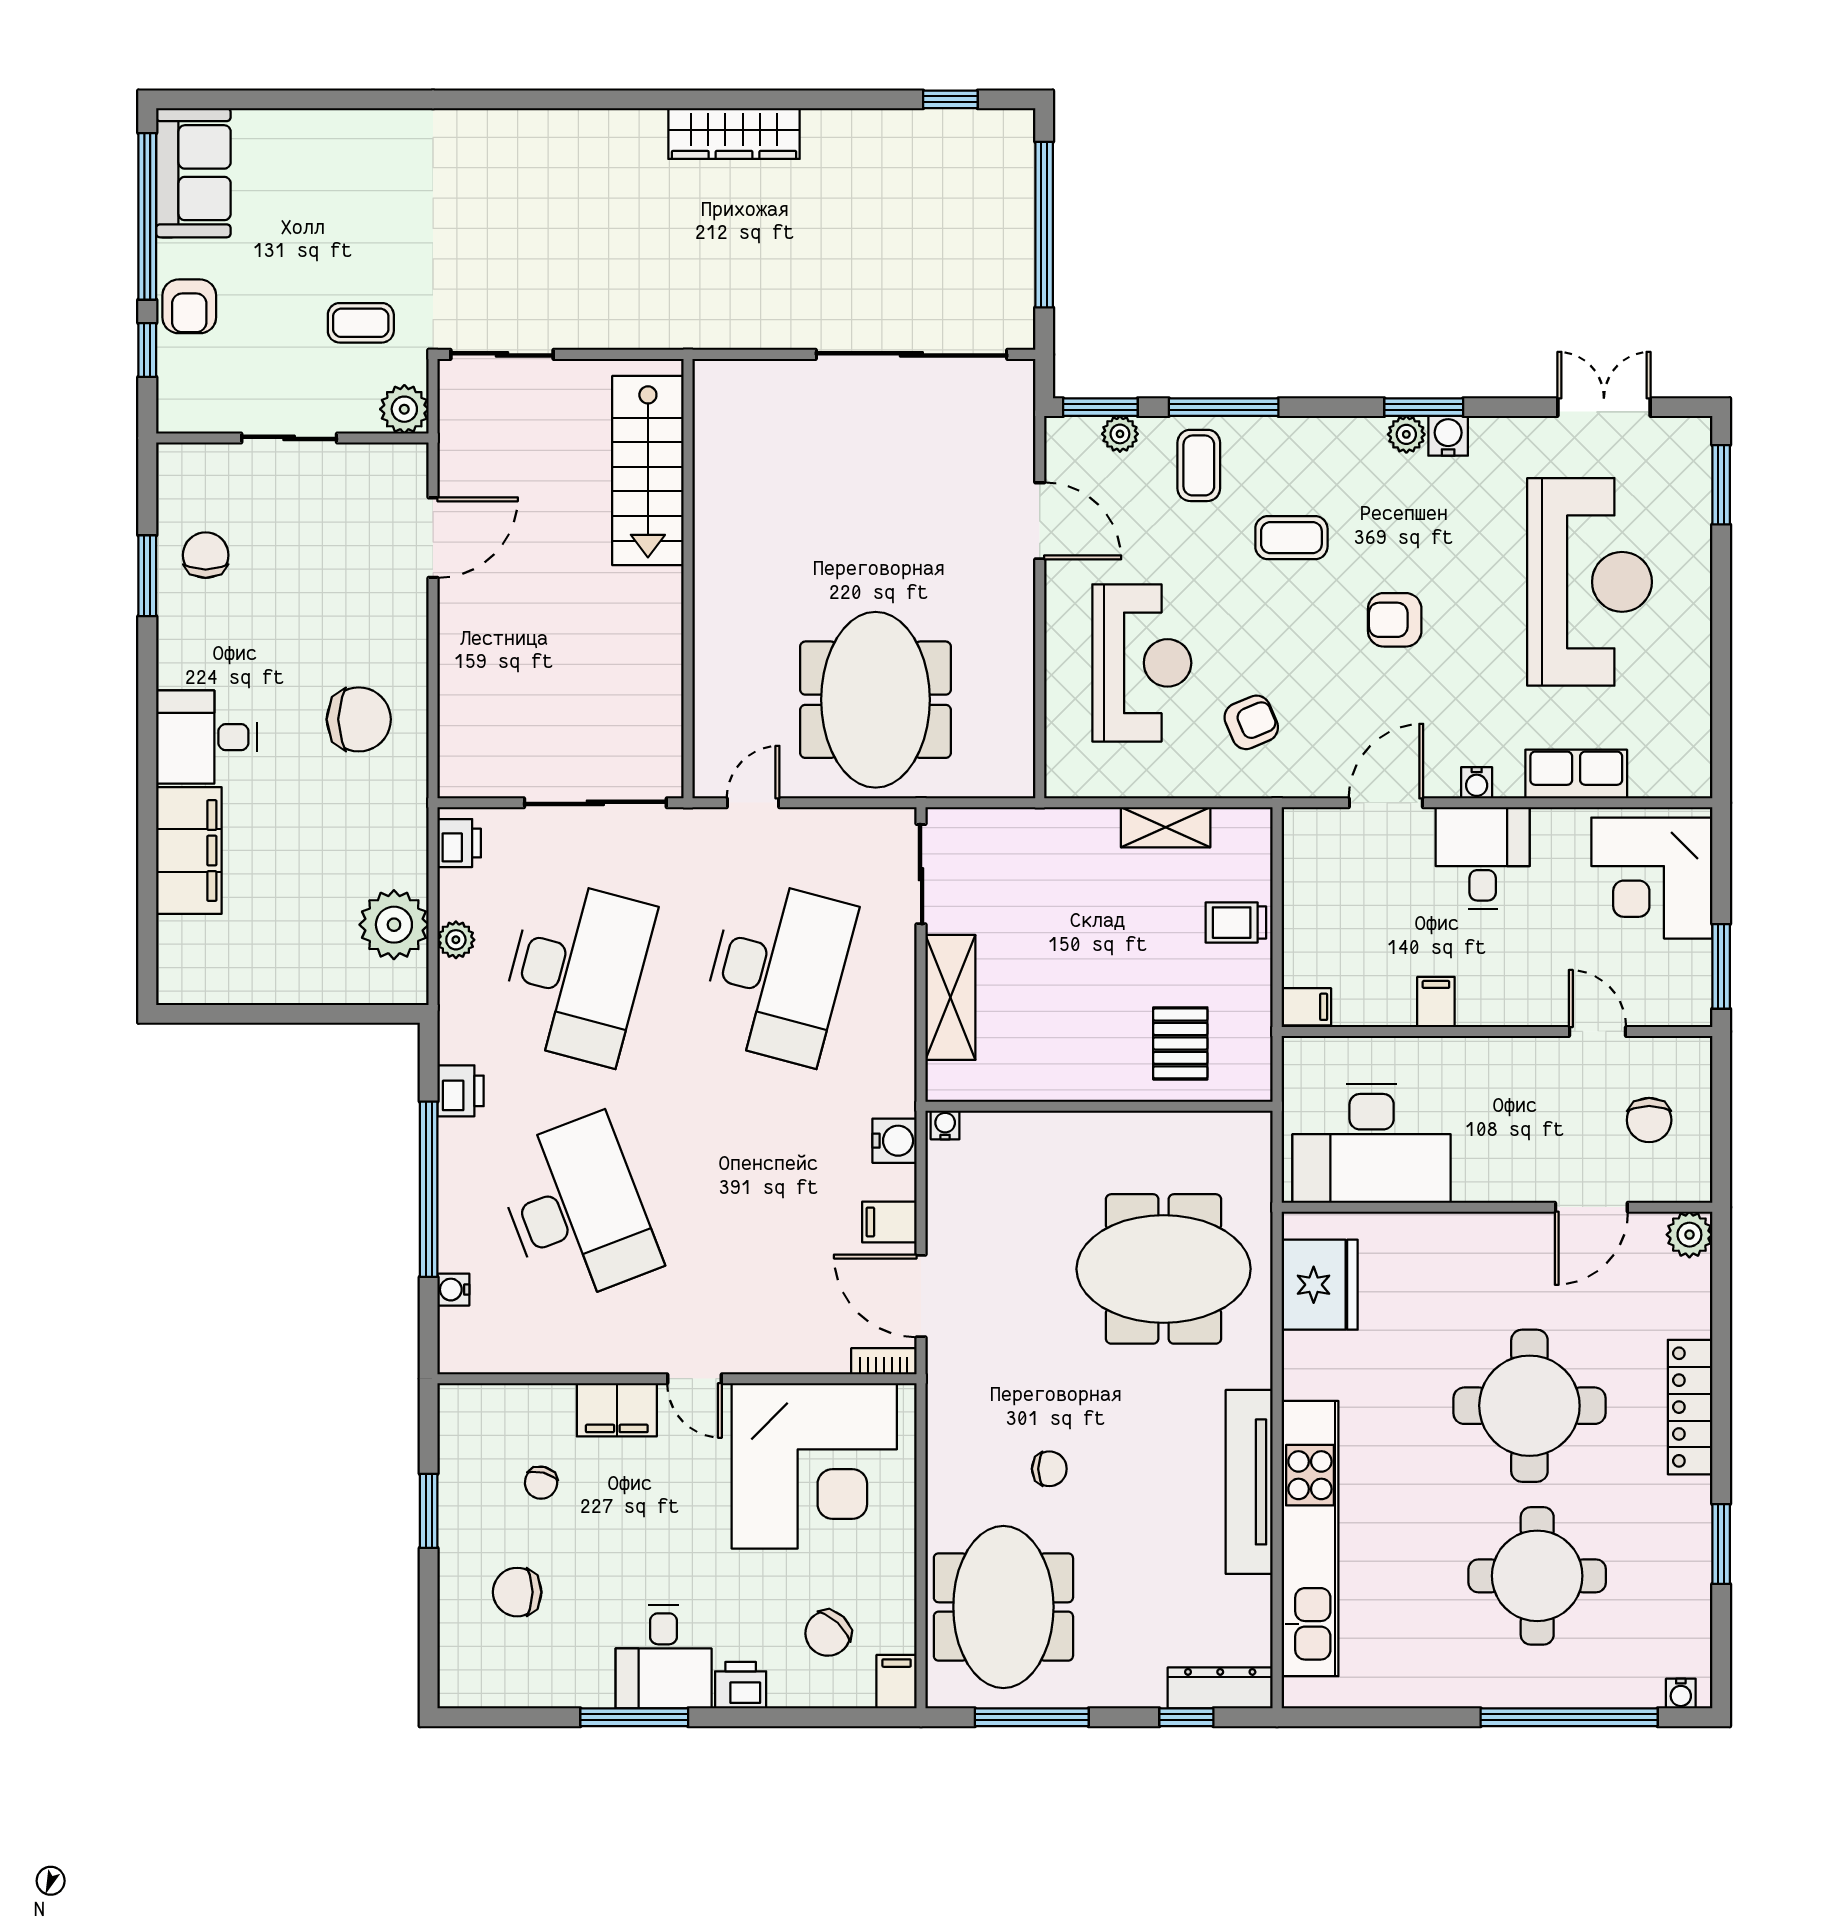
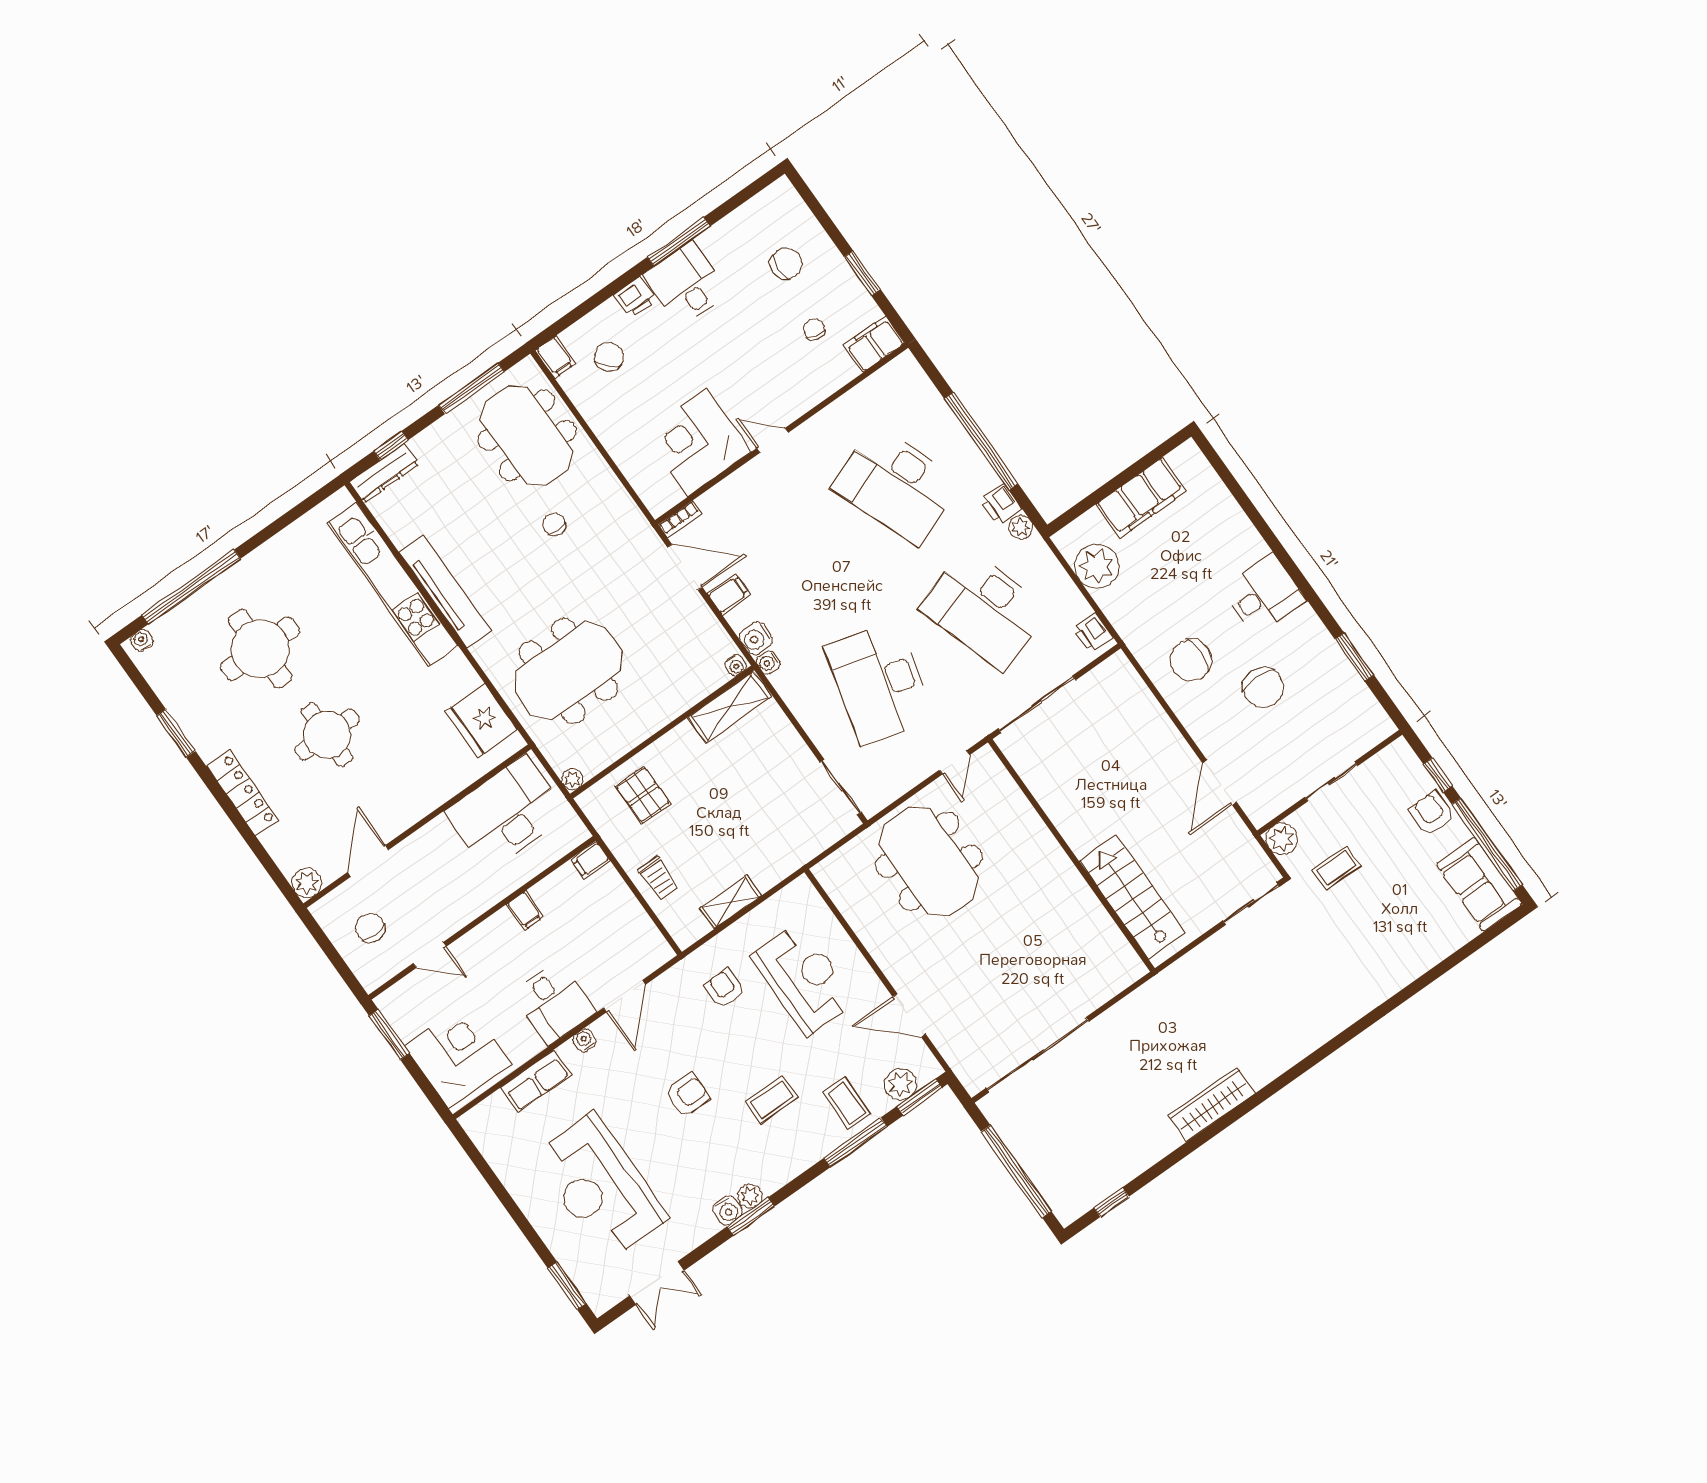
plant: (1120, 434) -> (900, 1084), width x1.38, depth x1.38
chair: (206, 555) -> (1263, 688), moved, width x1.37, depth x1.37
reception desk: (1142, 663) -> (803, 979), turned 180
armchair: (1251, 722) -> (724, 988), turned 113
filing cabinet: (189, 851) -> (1141, 498), moved, turned -90
trolley: (1236, 923) -> (659, 878), turned 90
plant: (456, 940) -> (1021, 527), moved
desk: (577, 972) -> (984, 609), turned -33
shelving: (950, 997) -> (730, 707), moved, turned 90
plant: (1256, 1127) -> (572, 779), added
water cooler: (453, 1290) -> (768, 662), moved, turned 180
round table: (1529, 1406) -> (327, 735), width x0.73, depth x0.73
filing cabinet: (617, 1410) -> (874, 344), moved
corner desk: (814, 1466) -> (697, 442), width x0.74, depth x0.74
chair: (1049, 1469) -> (554, 524), turned 90

